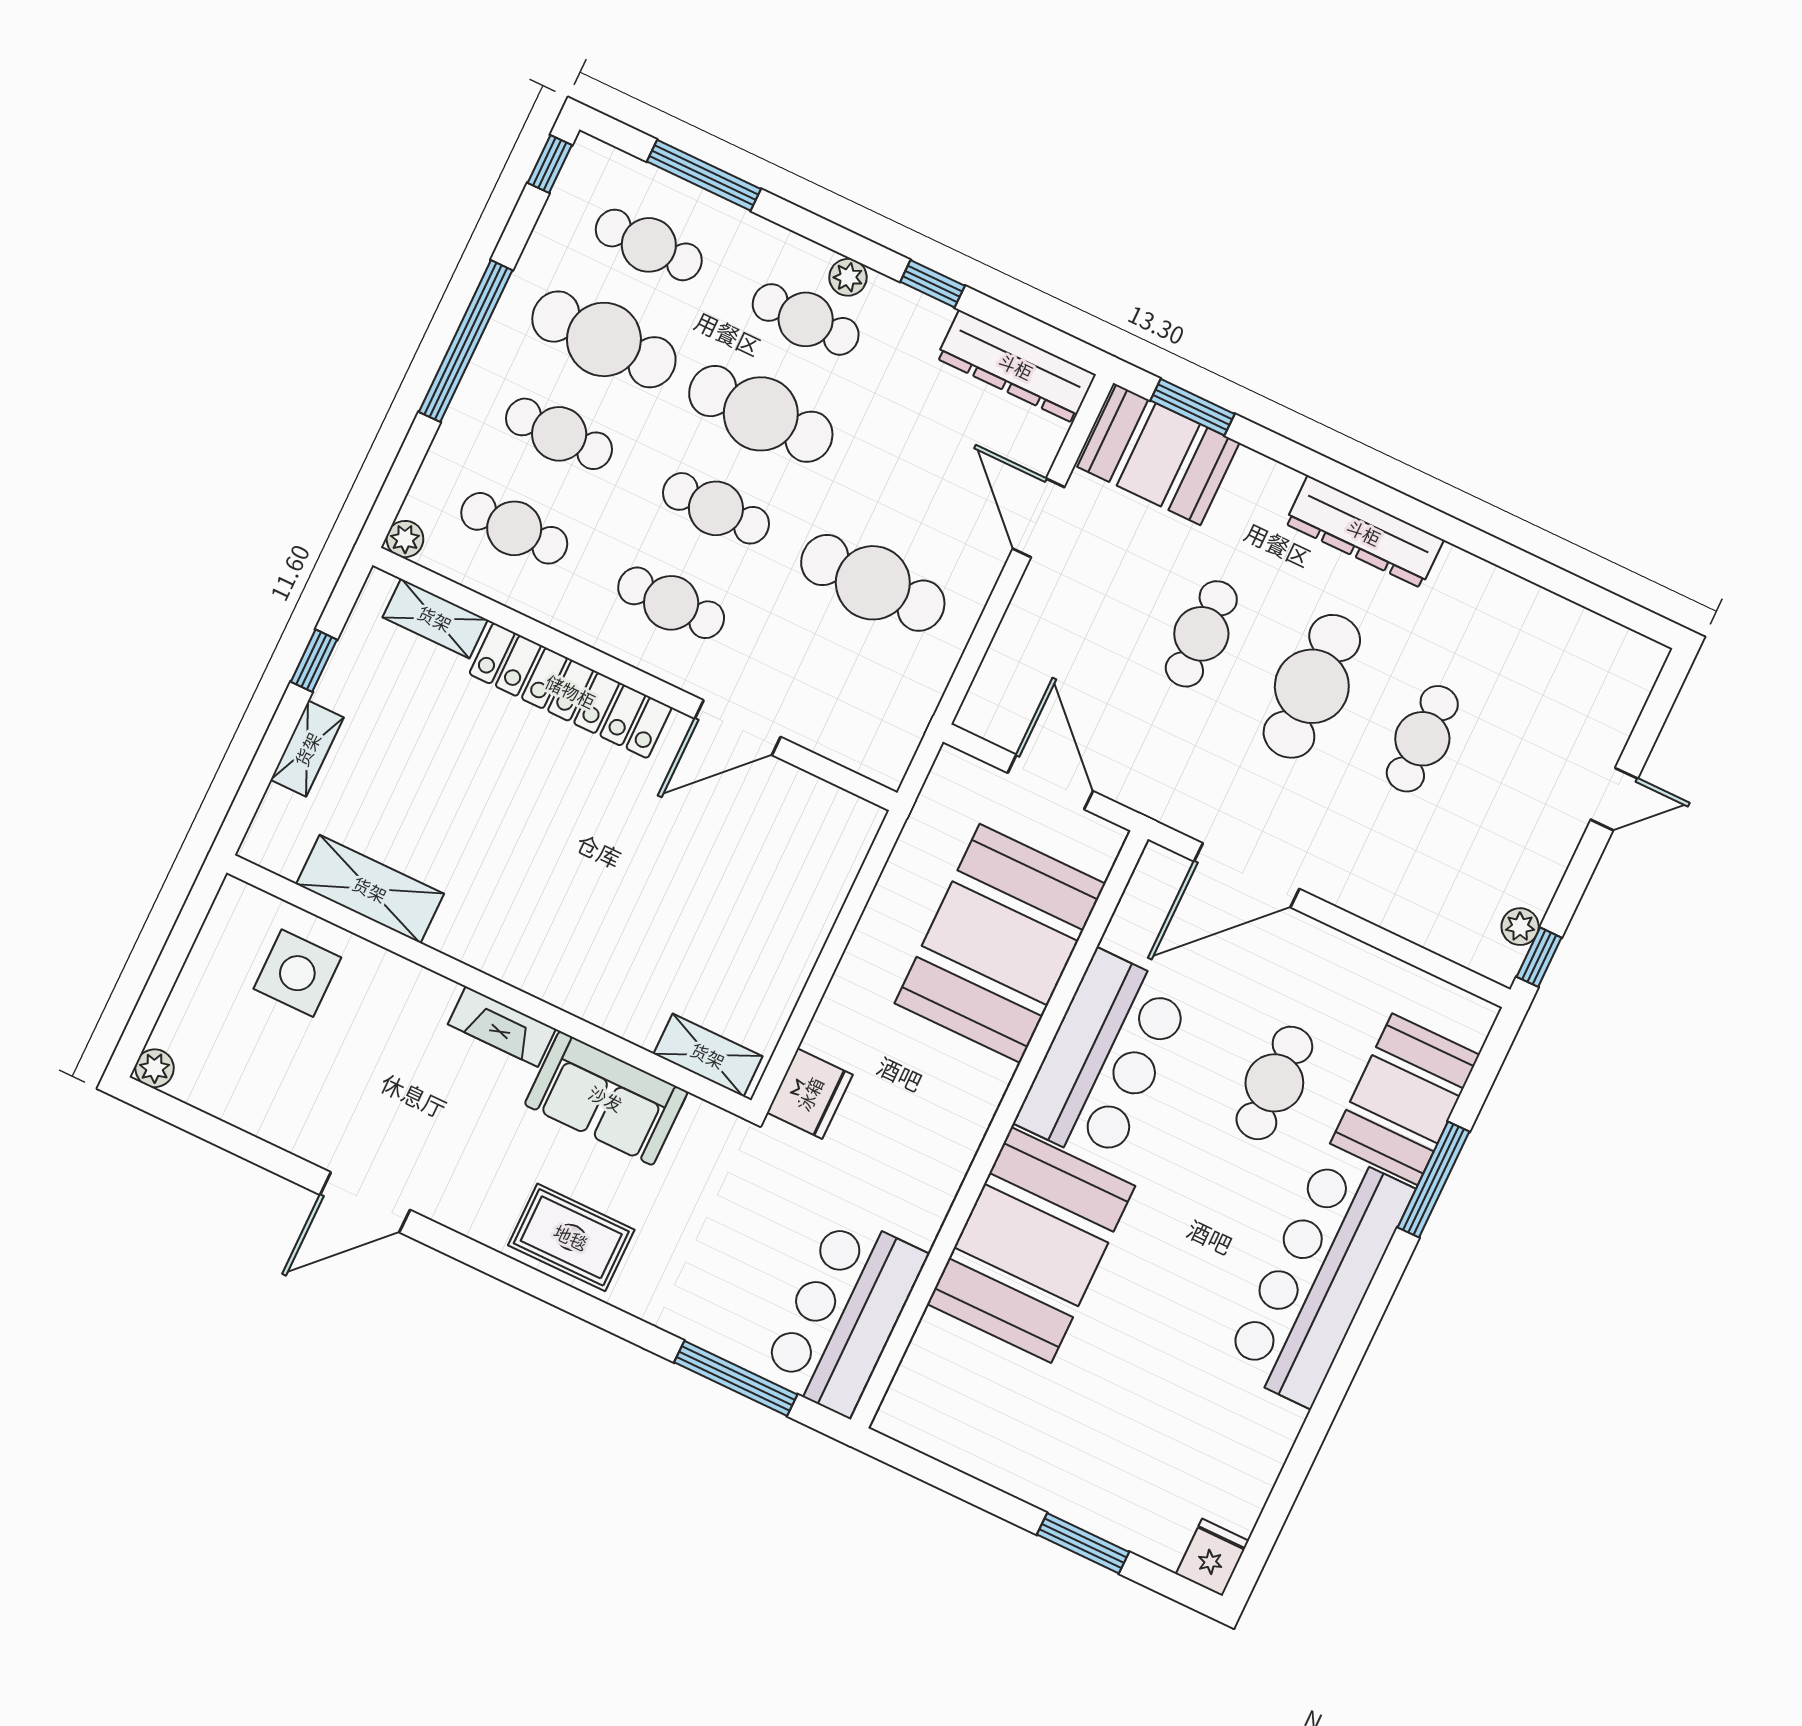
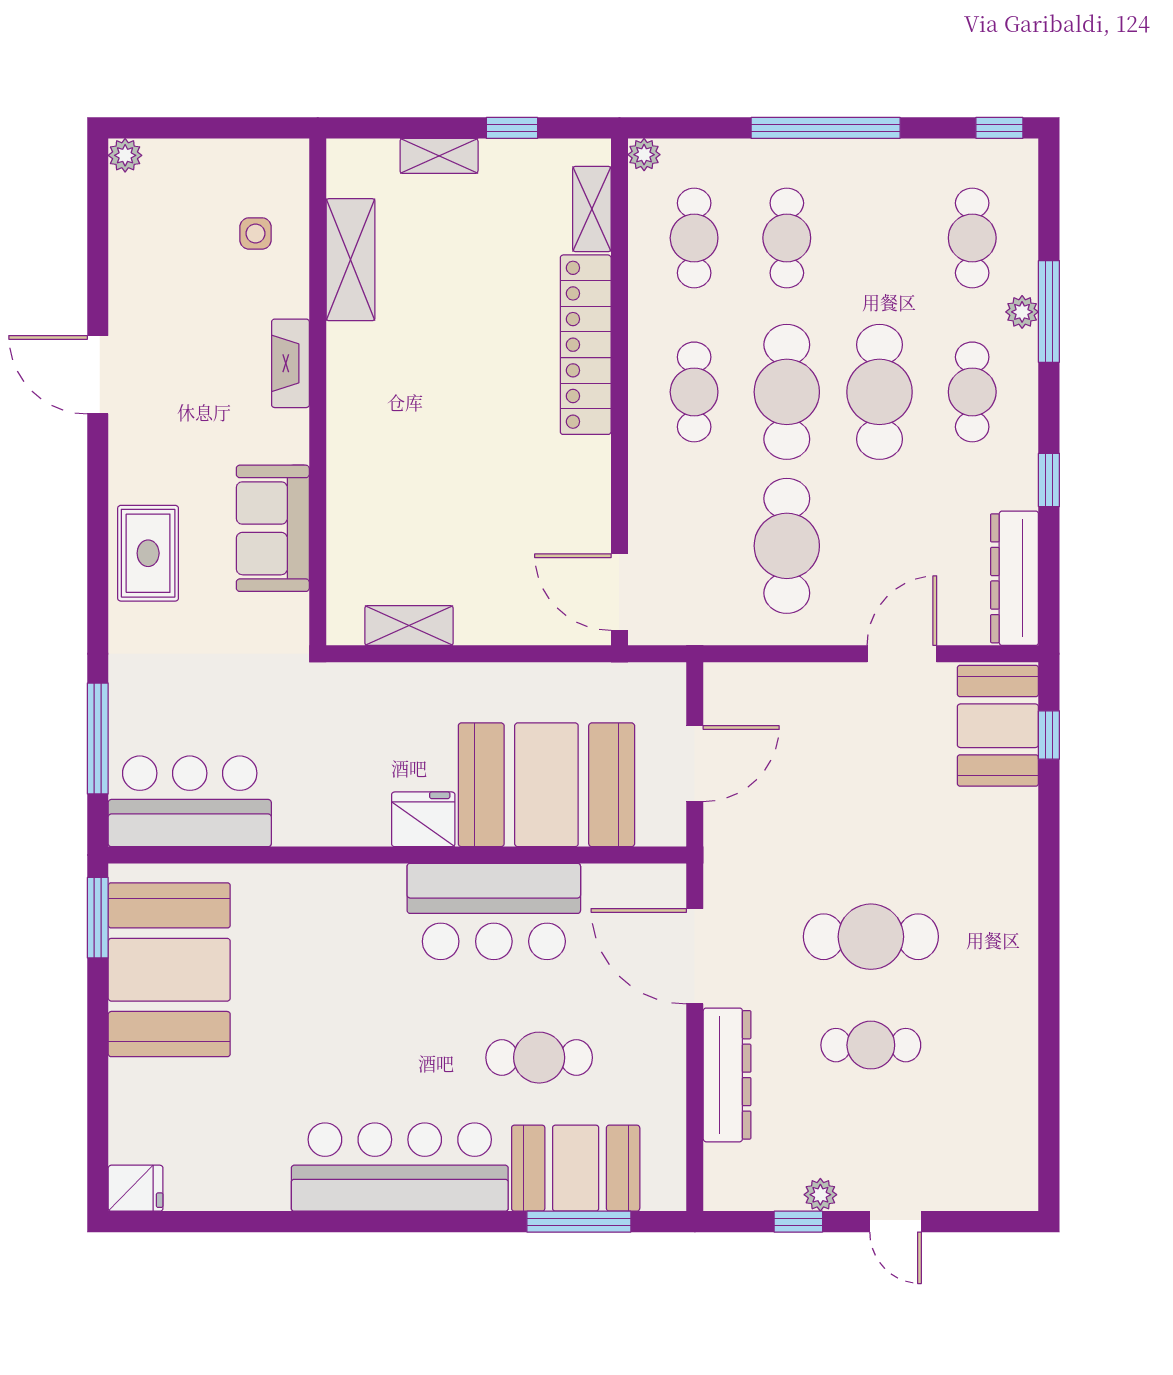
window: (704, 175) -> (1049, 311), moved
plant: (848, 277) -> (1022, 312), moved
cafe table: (604, 339) -> (879, 238), removed
window: (1192, 407) -> (1049, 735), width x0.67
cafe table: (716, 508) -> (787, 392), width x1.37, depth x1.35
dresser: (1364, 532) -> (727, 1075), moved, turned 180
cafe table: (1201, 634) -> (871, 828), removed
door: (738, 728) -> (619, 592), moved
plant: (1520, 927) -> (820, 1195), moved
window: (1539, 957) -> (798, 1222), moved
side table: (297, 973) -> (255, 233), width x0.54, depth x0.54
fireplace: (502, 1027) -> (290, 363), moved
shelving: (708, 1055) -> (409, 626), moved, turned 90
fridge: (810, 1094) -> (423, 819), moved, turned 180
window: (1434, 1180) -> (579, 1222), moved
booth: (1031, 1245) -> (169, 970), moved, turned 90
window: (1083, 1543) -> (98, 918), moved

